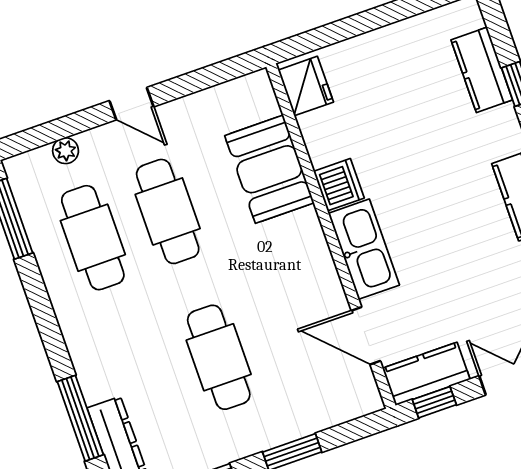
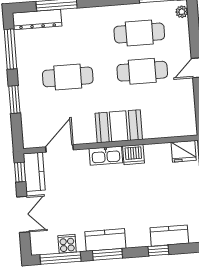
plant: (66, 151) -> (182, 12), moved
booth: (269, 169) -> (119, 126), moved
kitchen sink: (364, 249) -> (106, 156), width x0.73, depth x0.81

